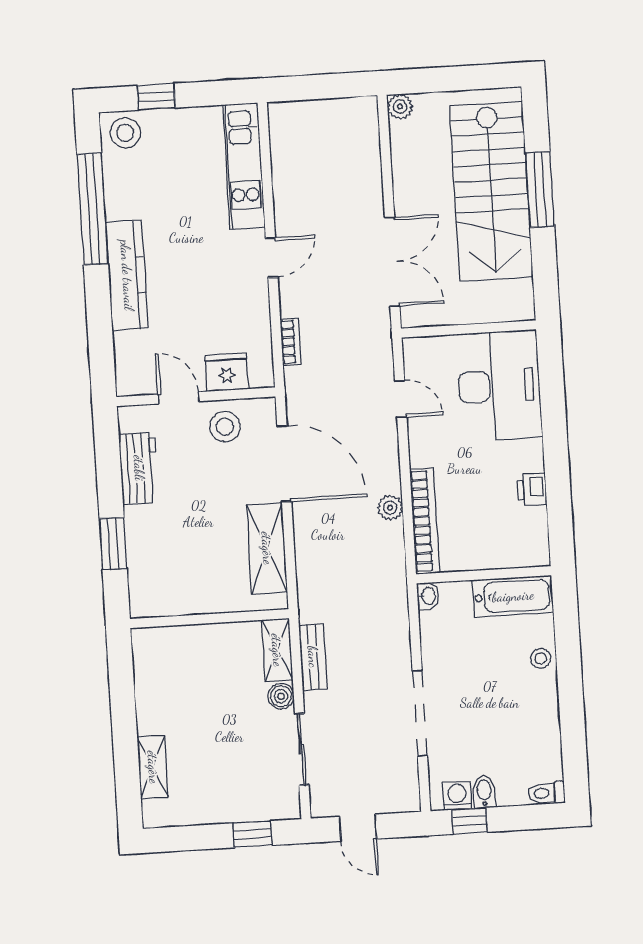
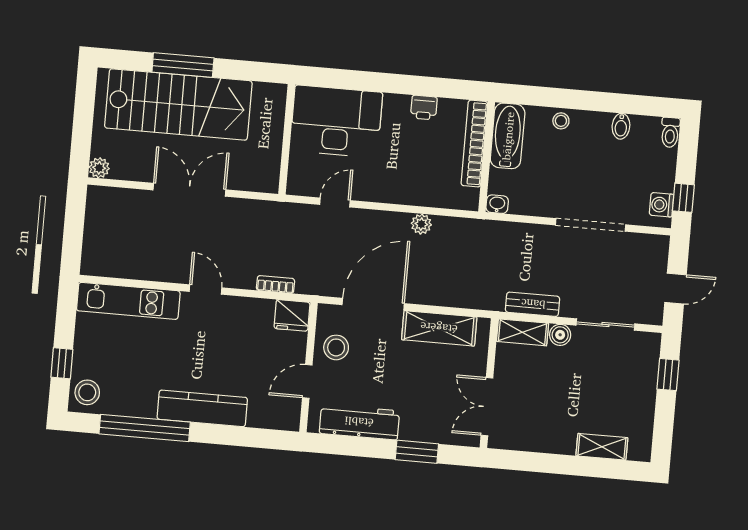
double door: (392, 262) -> (189, 190), moved
fridge: (227, 372) -> (292, 315), moved, turned -90
workbench: (139, 468) -> (359, 422), width x1.38
bookcase: (425, 521) -> (474, 144), moved, turned -90
double door: (181, 620) -> (487, 407), added
bidet: (484, 792) -> (621, 126), moved, turned -90

